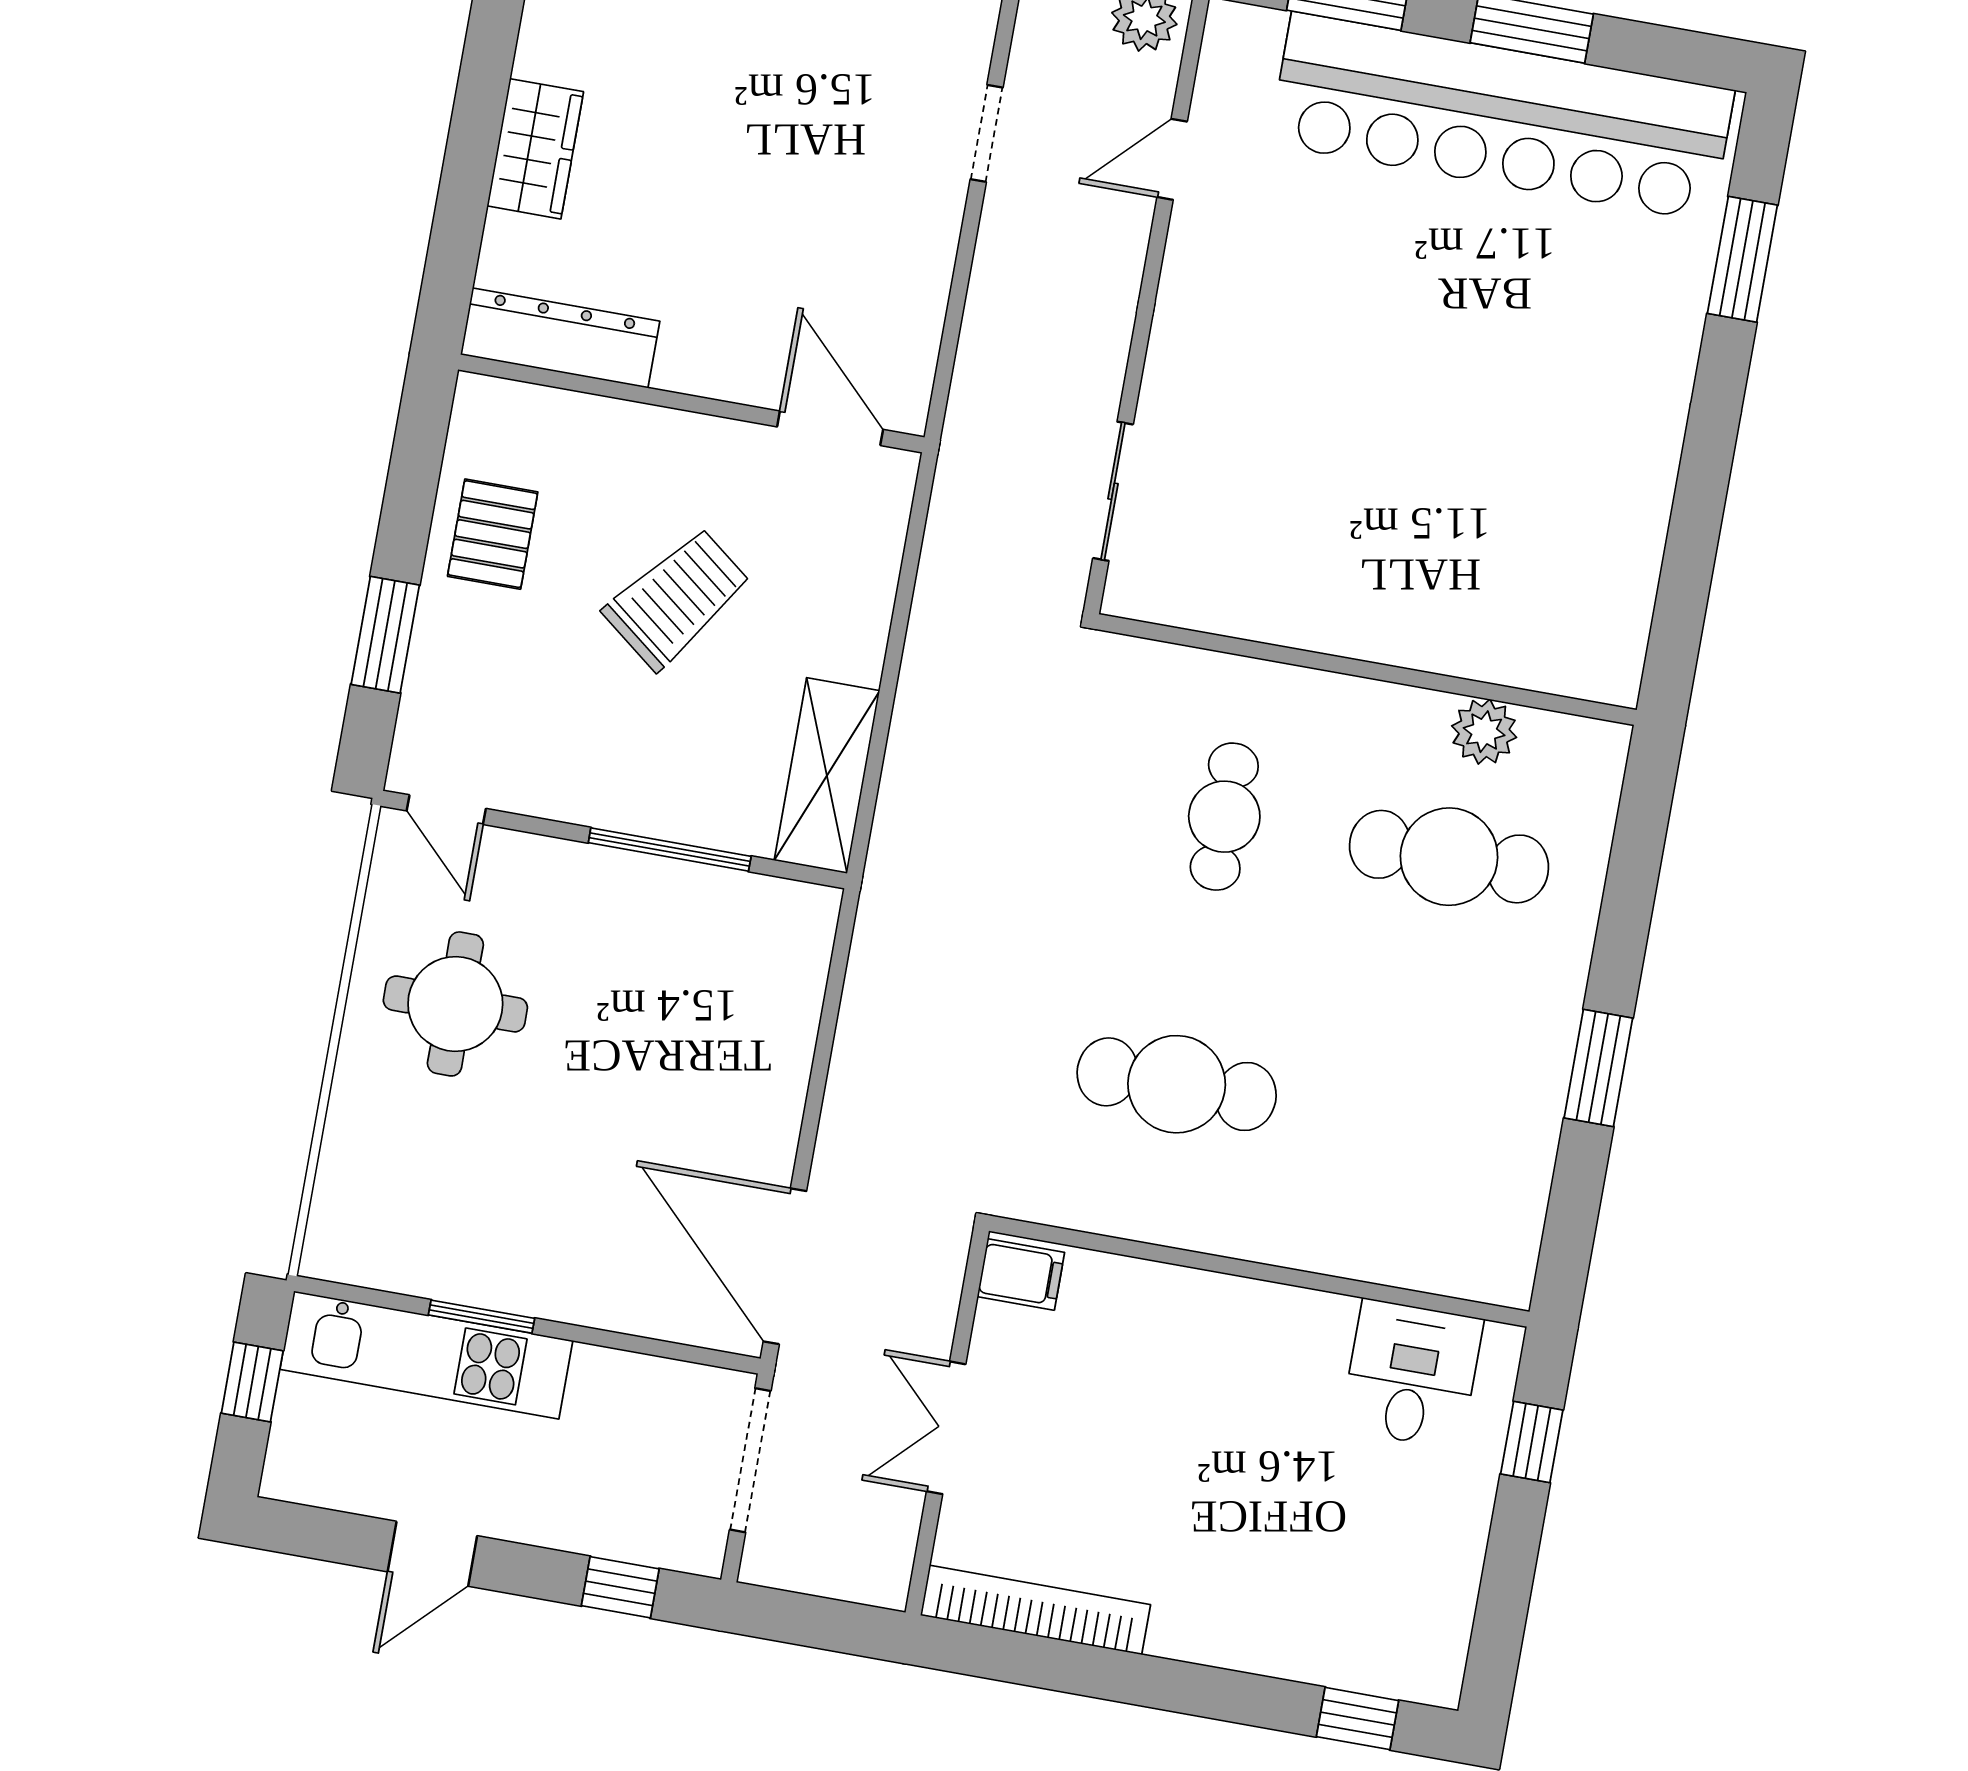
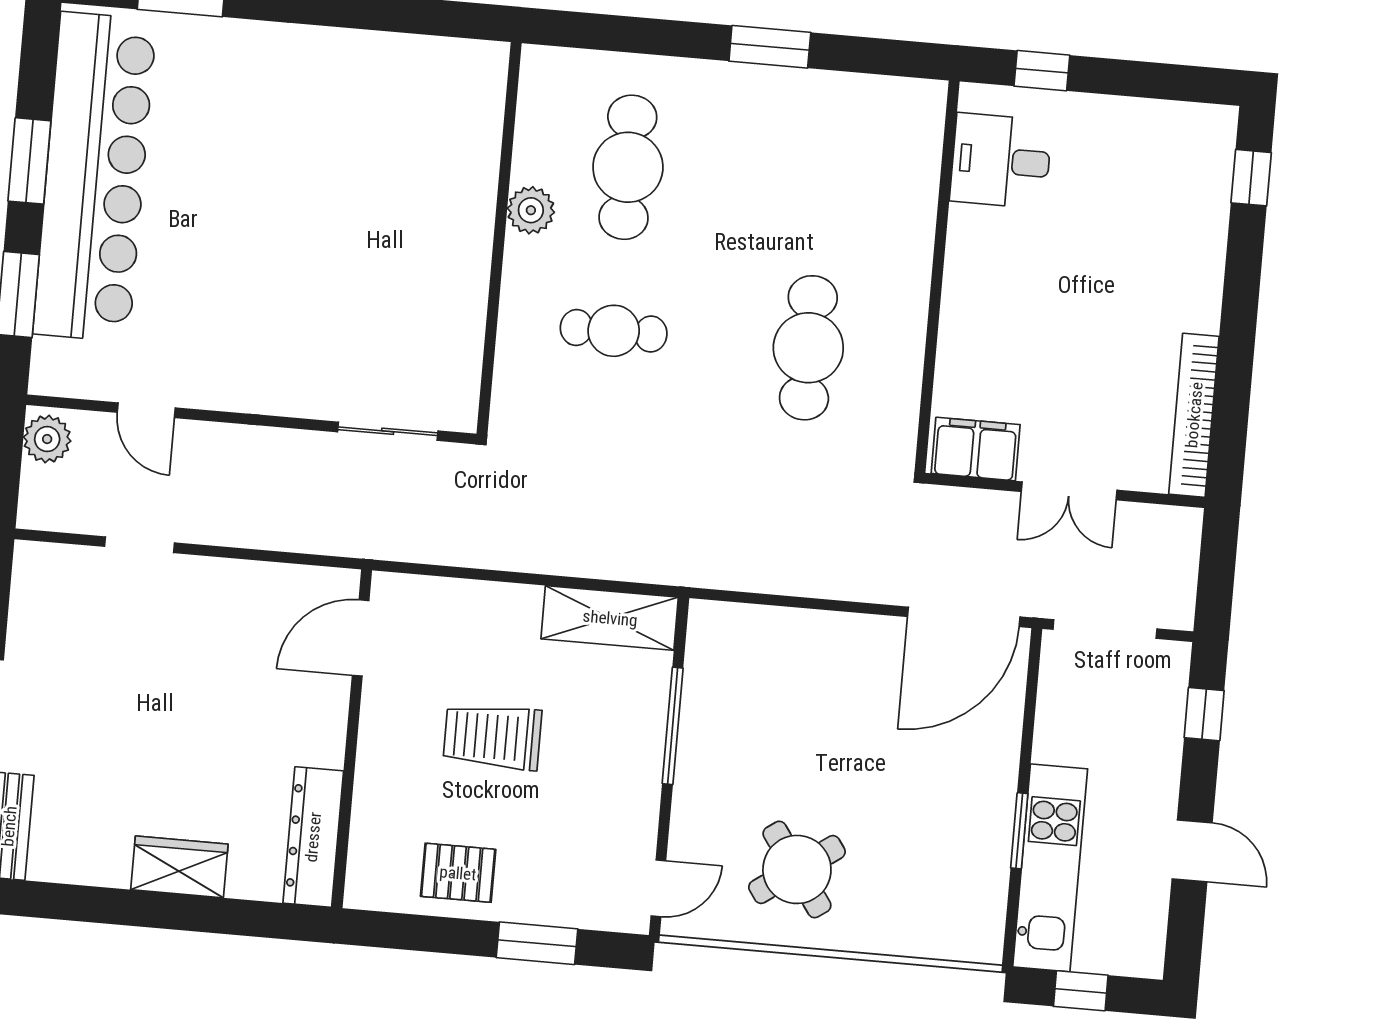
trolley: (677, 599) -> (492, 737), turned -38
plant: (1484, 732) -> (531, 210), moved
round table: (455, 1004) -> (797, 869), turned -35
filing cabinet: (1021, 1275) -> (976, 449), width x2.00

